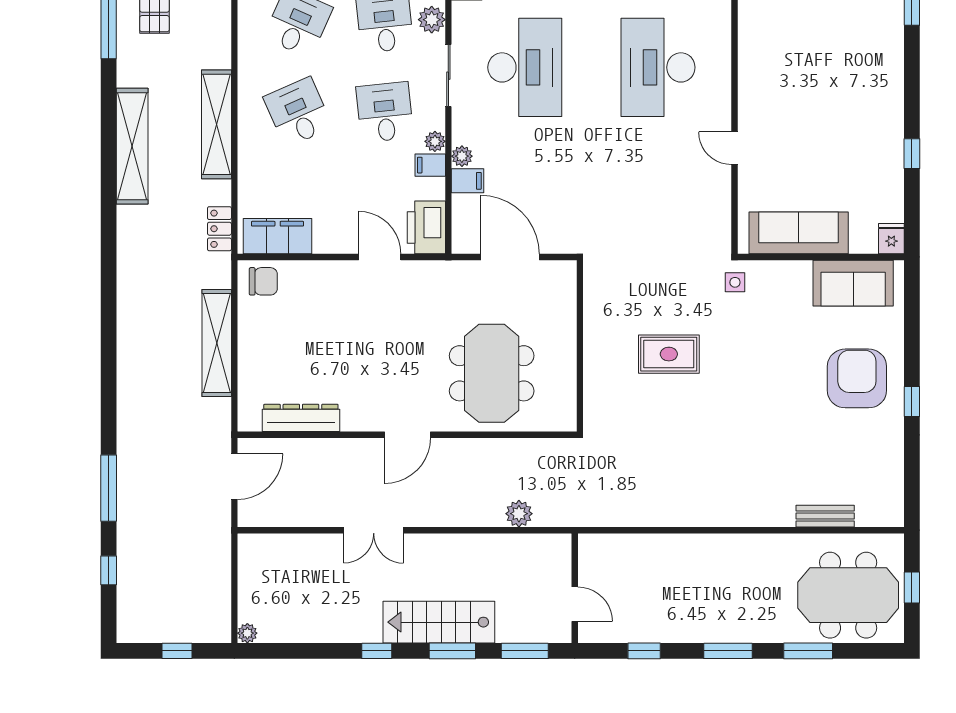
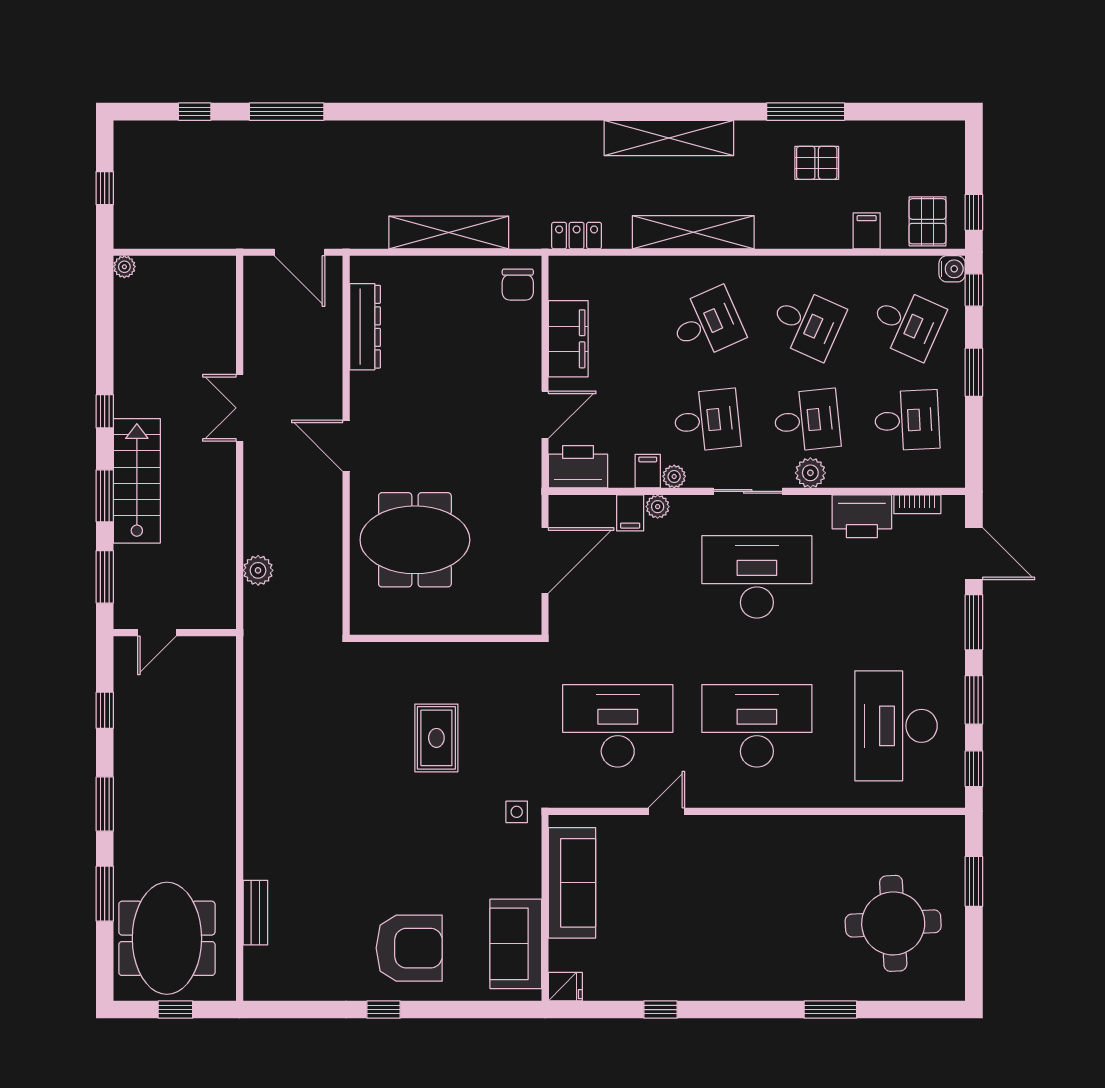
desk: (525, 67) -> (757, 577), turned 180
desk: (658, 192) -> (618, 726), added
filing cabinet: (278, 236) -> (568, 339), moved

